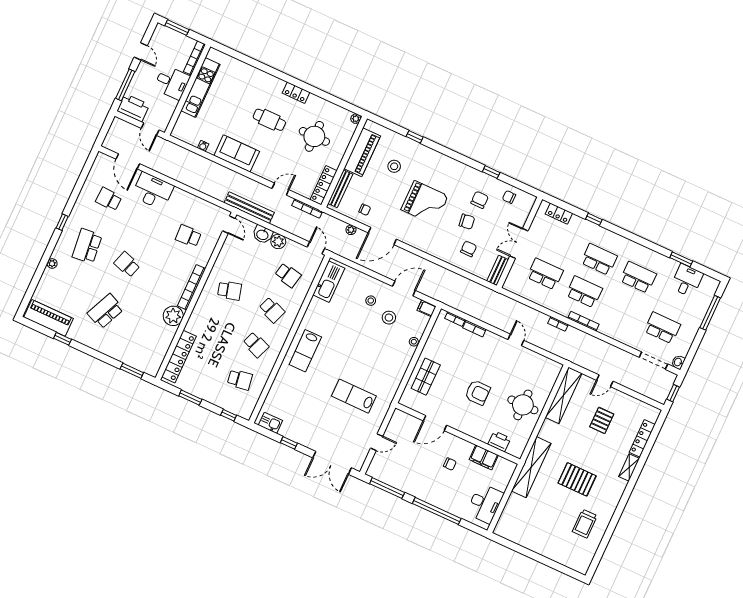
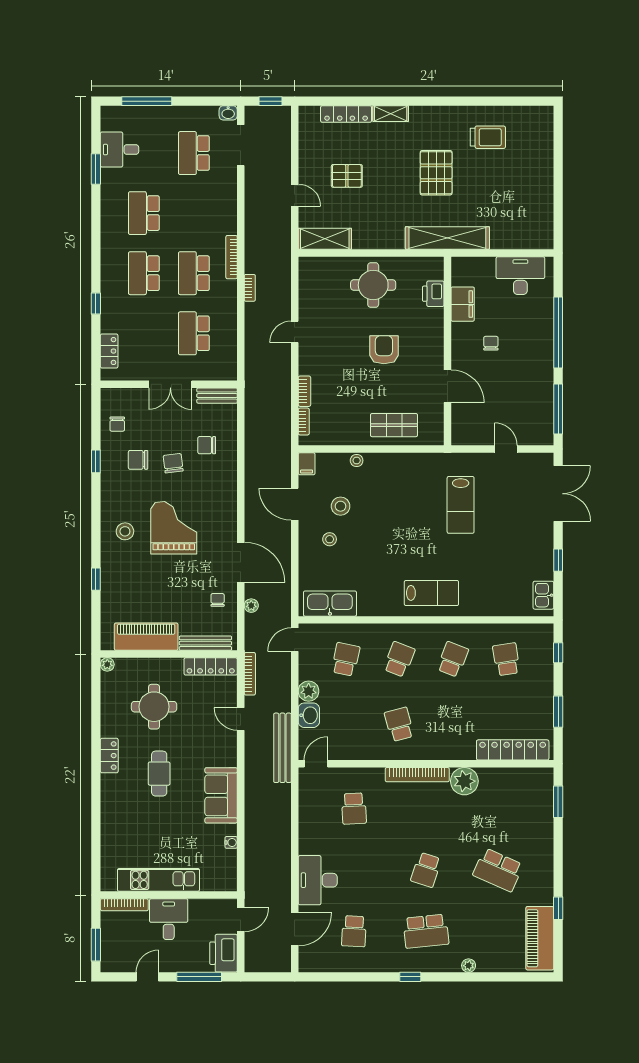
stool: (394, 166) -> (125, 531), moved
shelving: (564, 395) -> (325, 239), width x0.68

